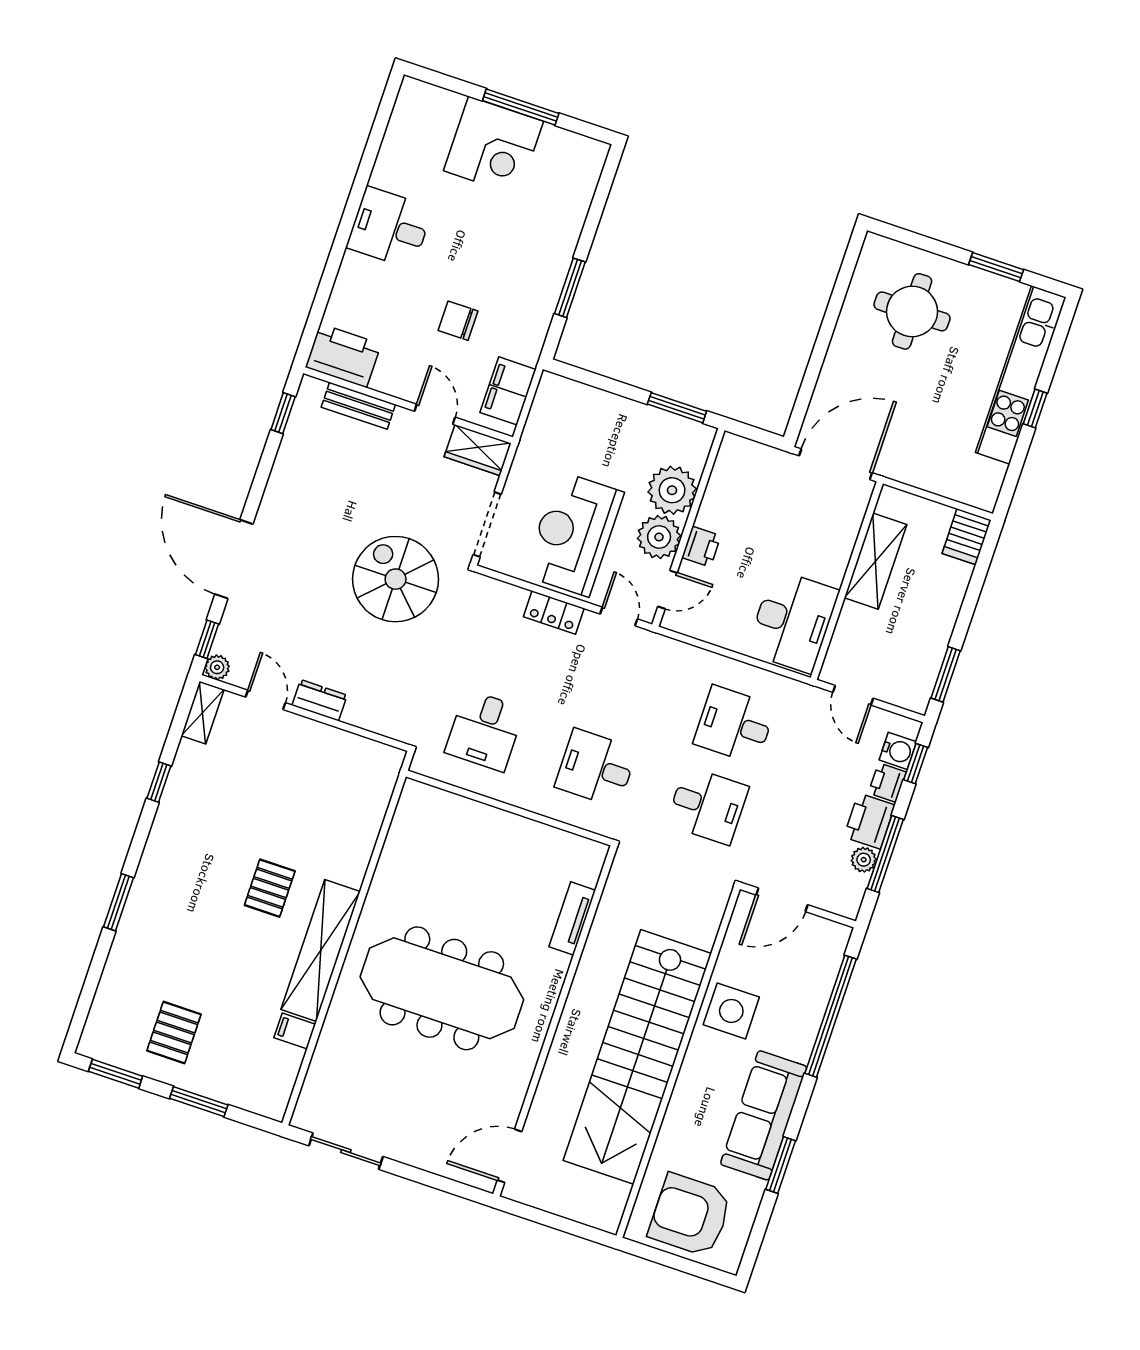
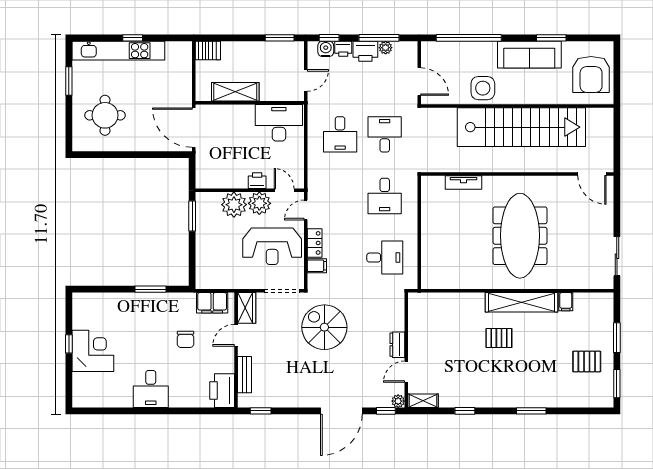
window: (521, 107) -> (69, 344), width x0.46
spiral stairs: (396, 579) -> (324, 327), turned 90
filing cabinet: (511, 603) -> (317, 266), added

